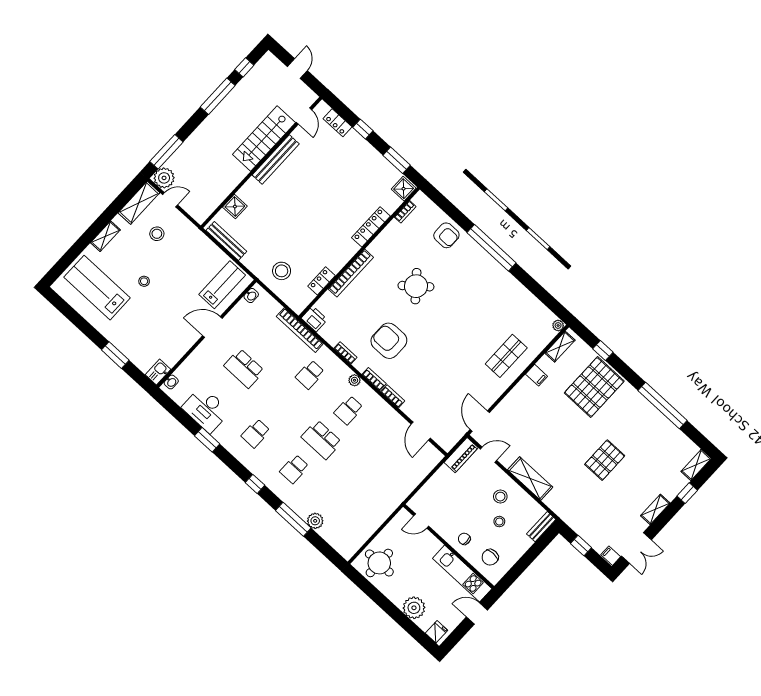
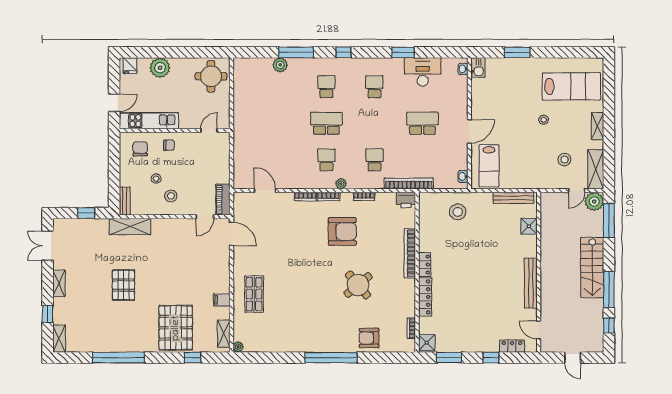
stairs: (264, 139) -> (592, 267), moved, turned 180
locker: (321, 281) -> (425, 265), moved
shelving: (530, 479) -> (130, 227), moved
filing cabinet: (611, 556) -> (60, 225), removed

